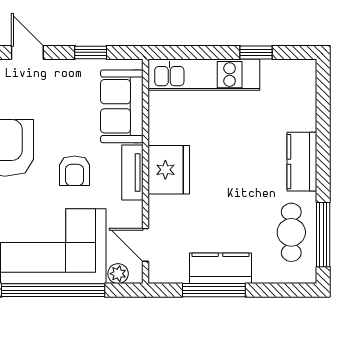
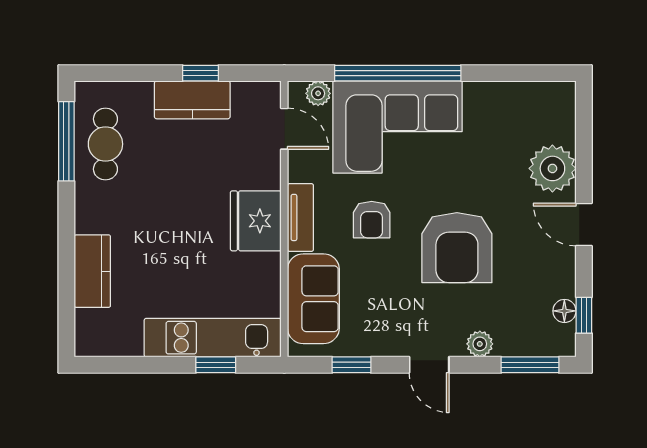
window: (256, 52) -> (216, 365), moved
kitchen counter: (302, 162) -> (92, 271), moved
armchair: (74, 171) -> (372, 220), turned 180
window: (214, 290) -> (200, 73), width x0.46

